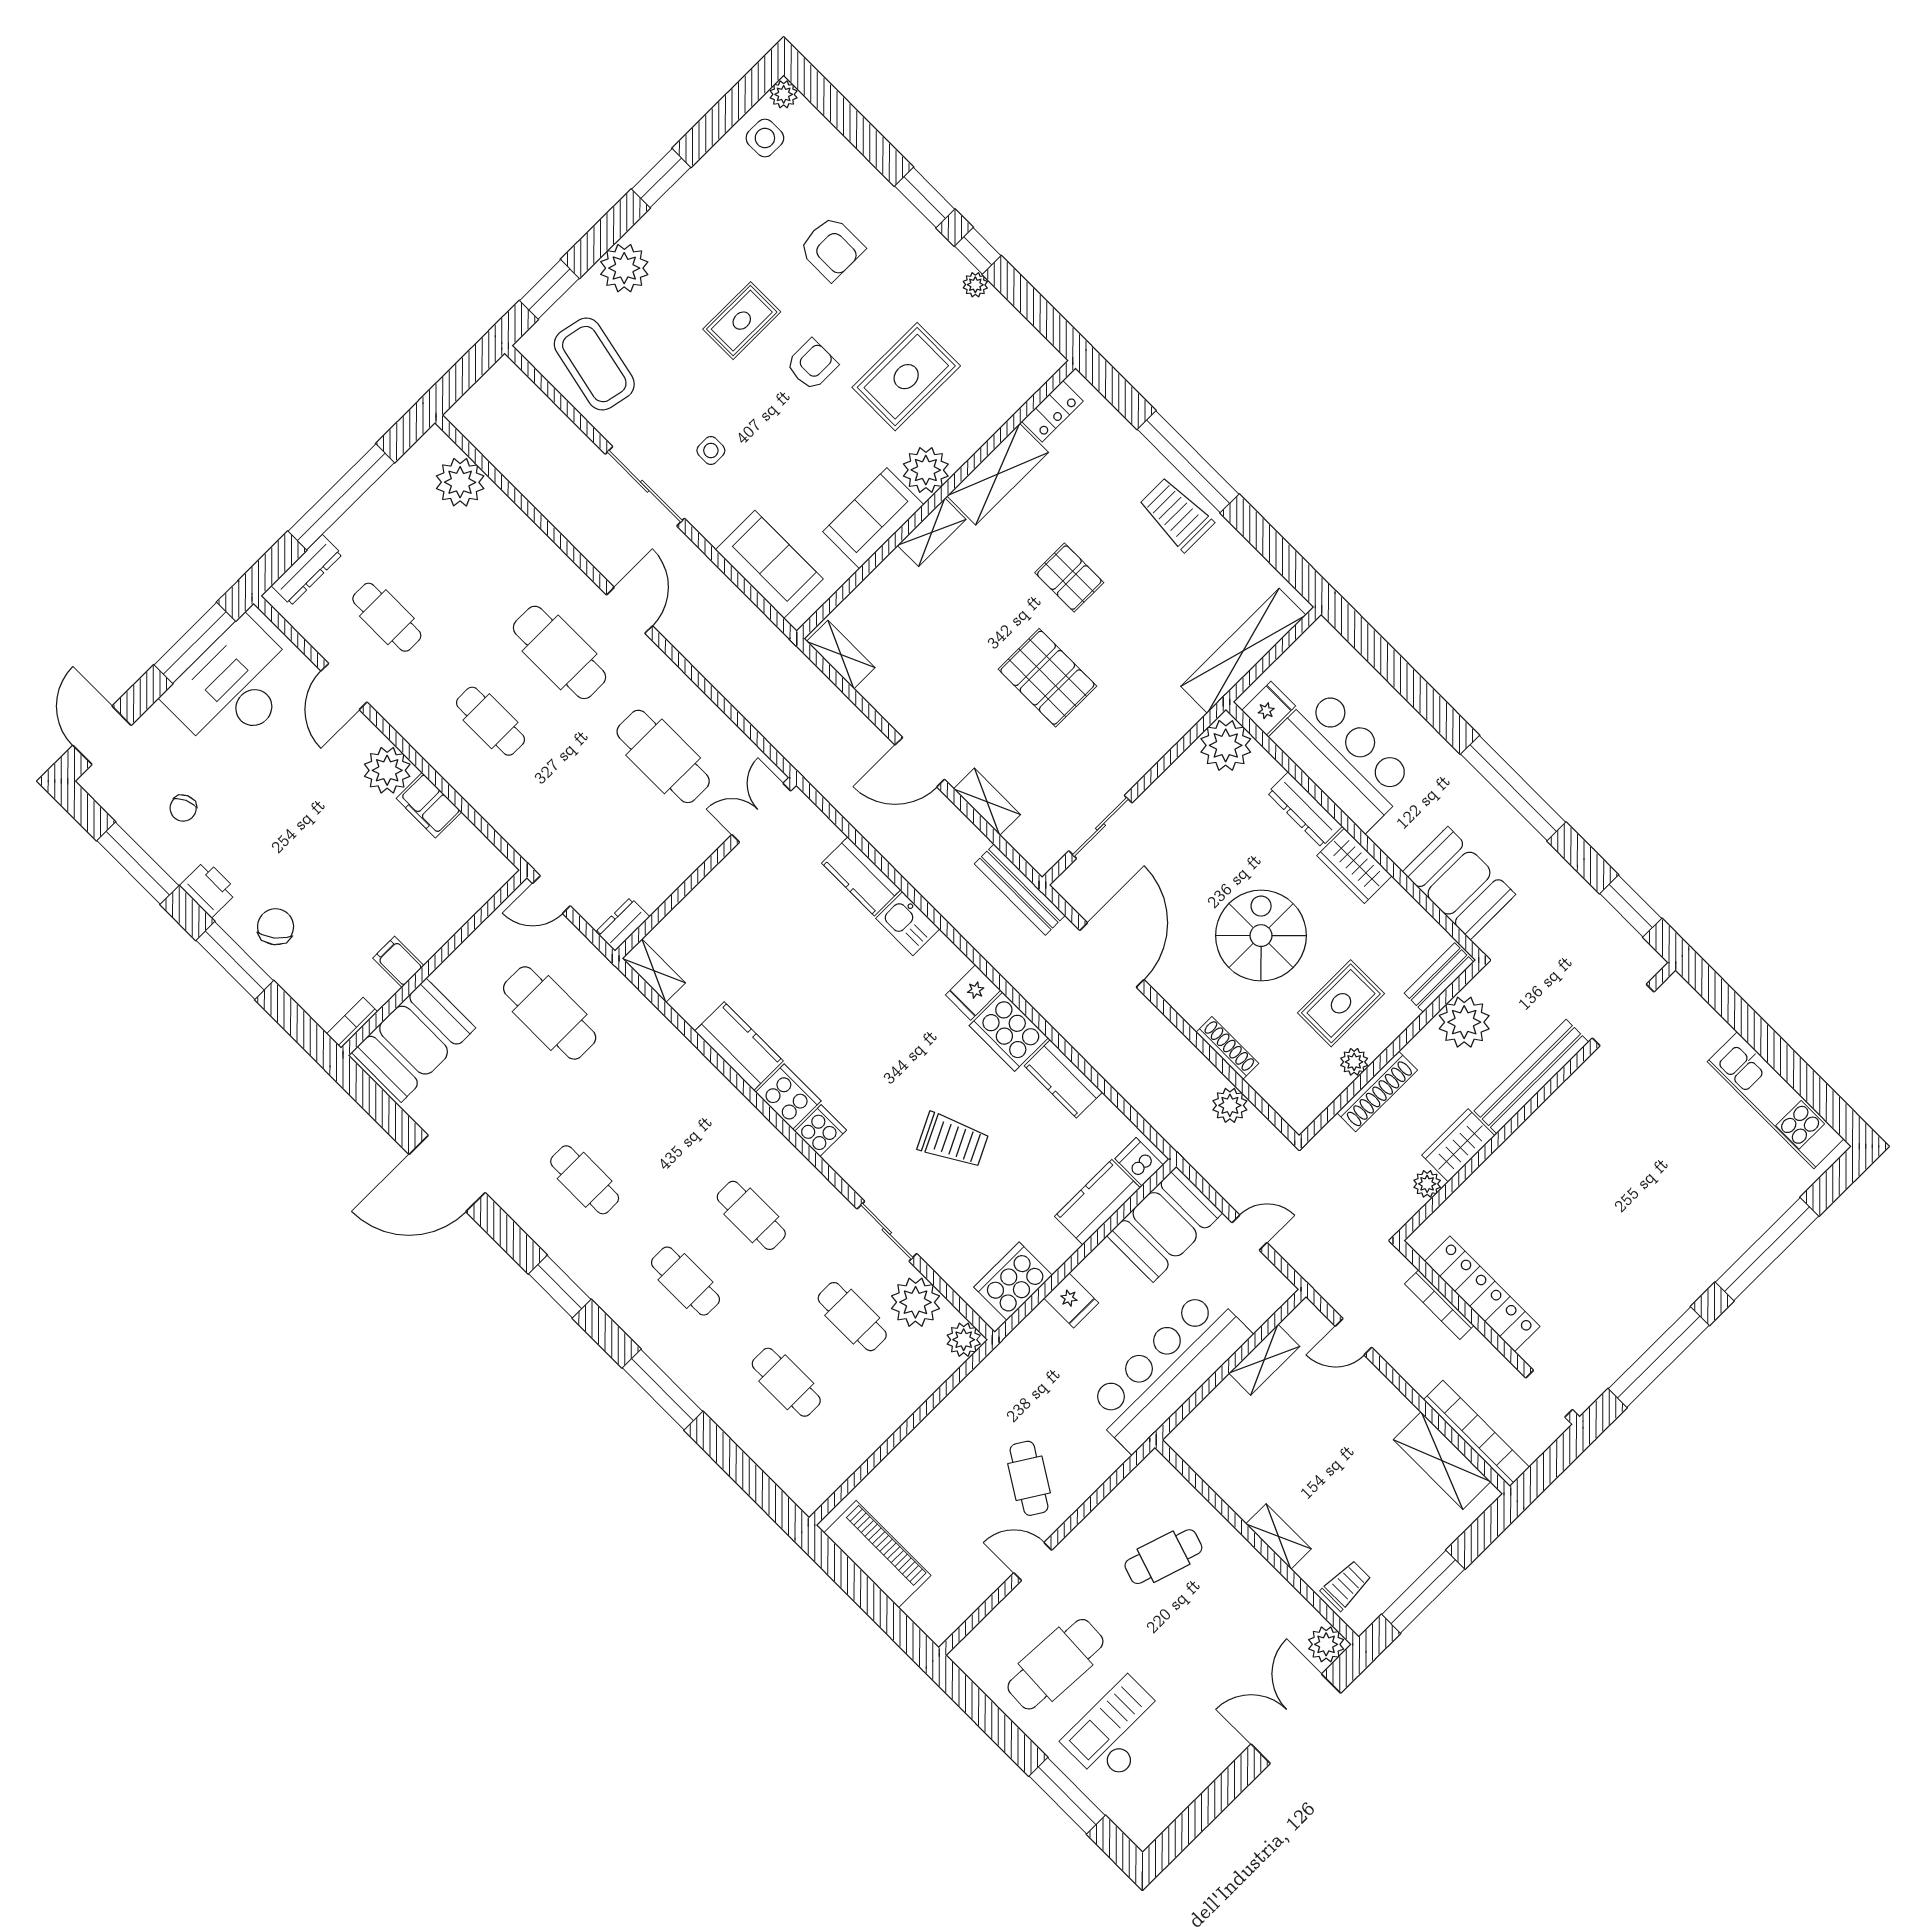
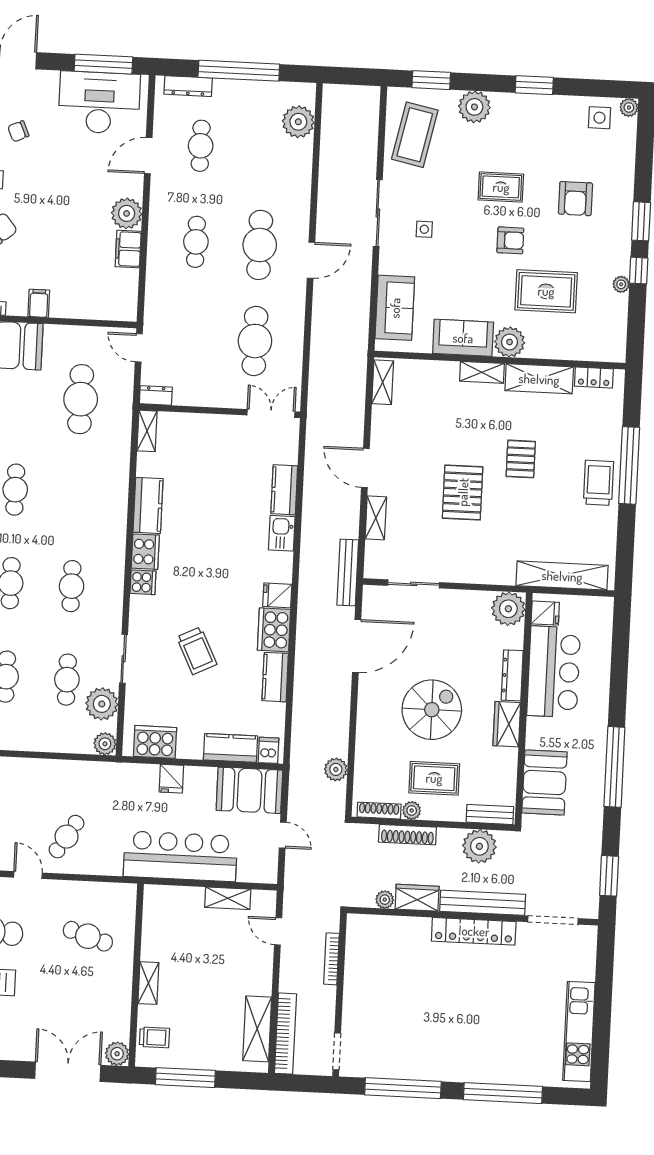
shoe rack: (1227, 1048) -> (379, 811), moved, turned -90
locker: (1482, 1294) -> (474, 931), moved, turned 90

